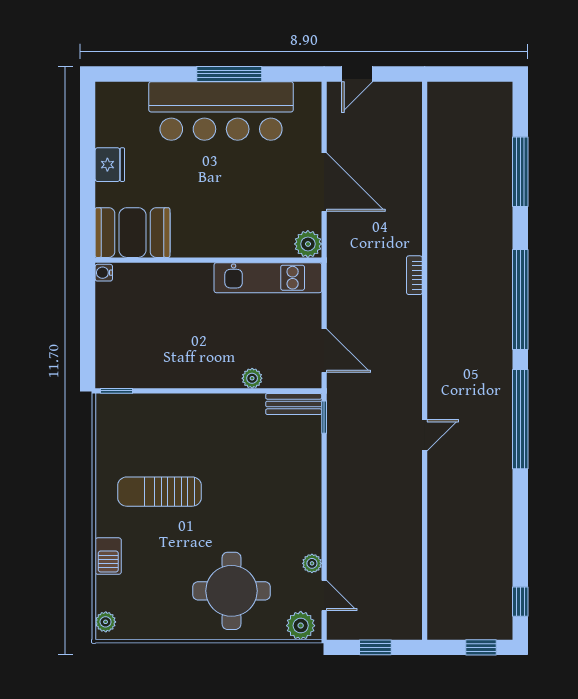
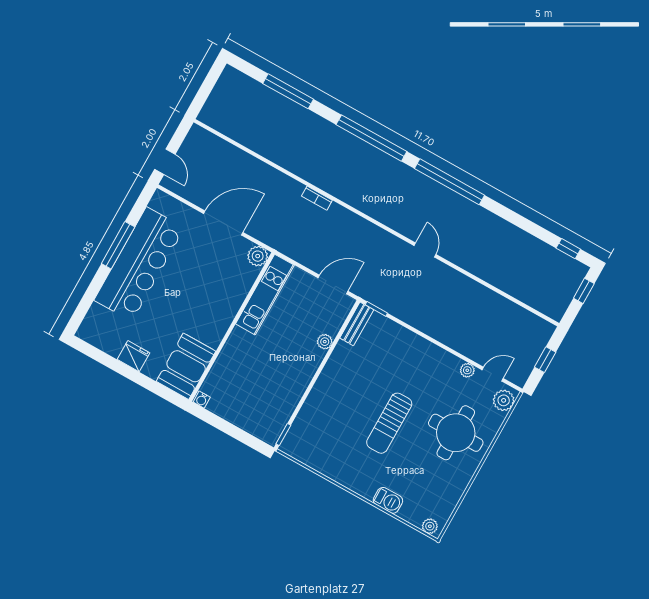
sun lounger: (160, 492) -> (389, 423), moved

